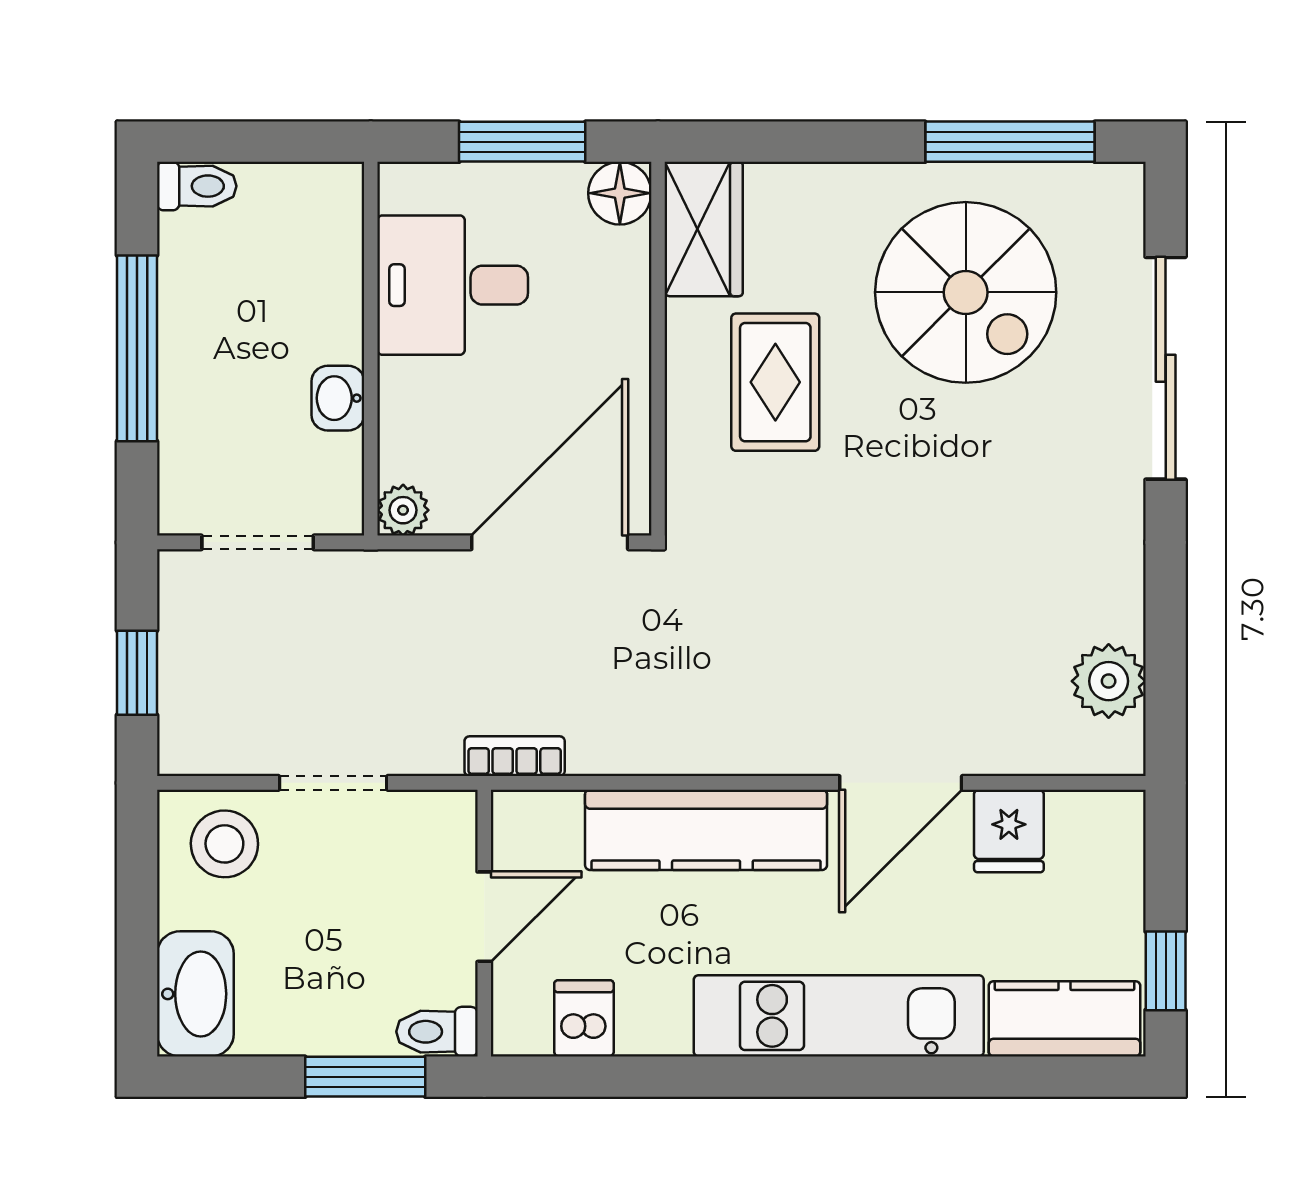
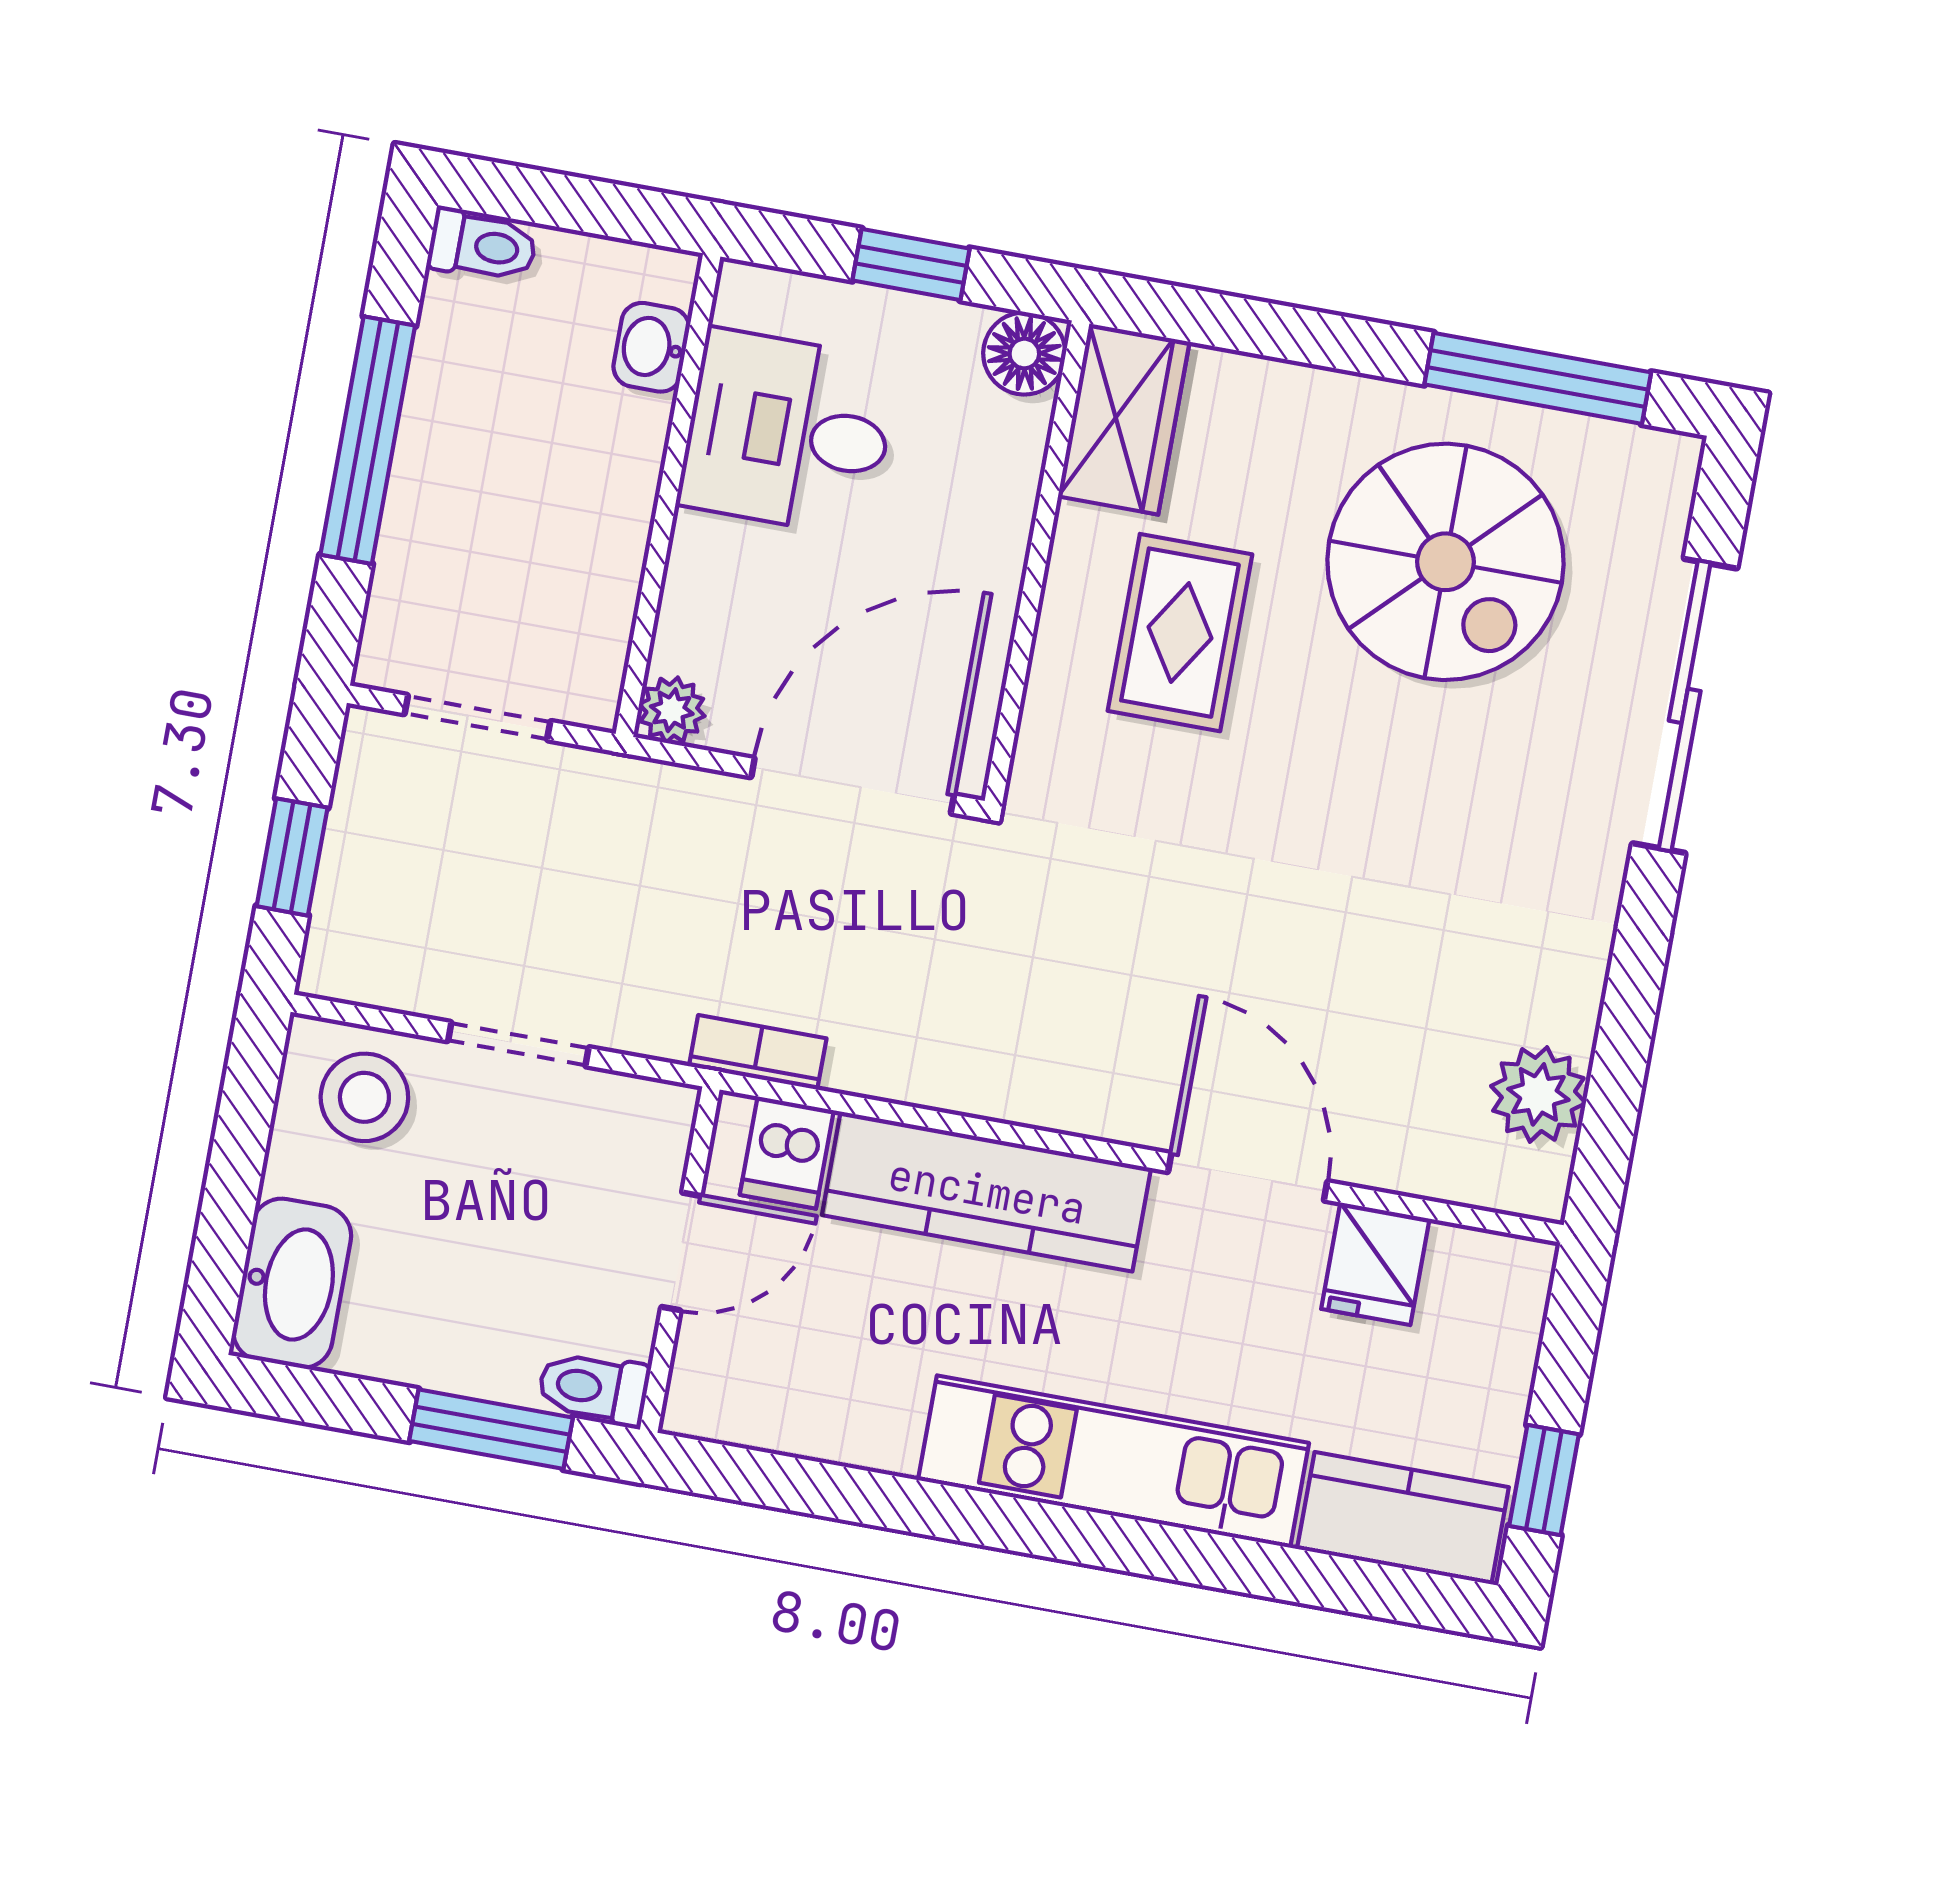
window: (522, 142) -> (911, 265), width x0.67
washbasin: (338, 398) -> (651, 347), moved
door: (901, 783) -> (1248, 1177), swing flipped
dishwasher: (584, 1018) -> (787, 1153), moved, turned 180

